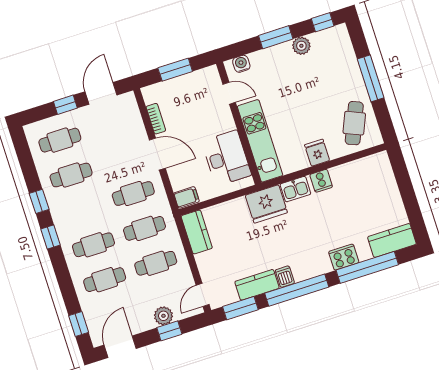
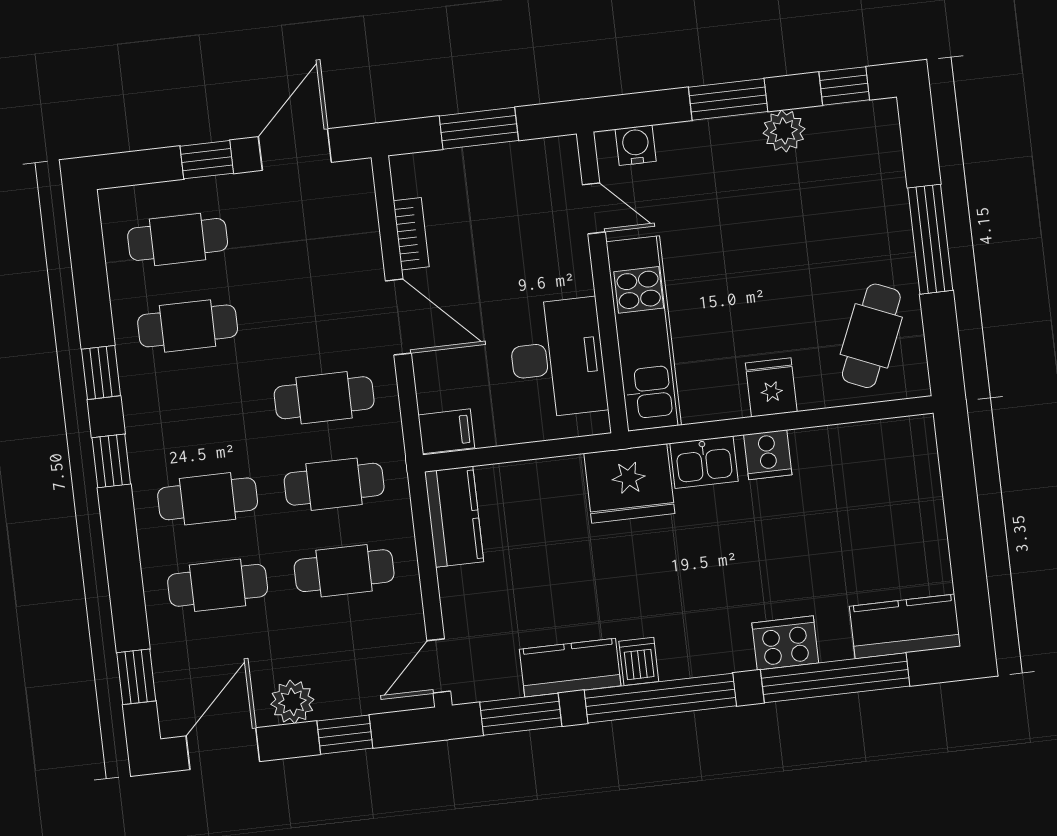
plant: (163, 316) -> (292, 702), moved

